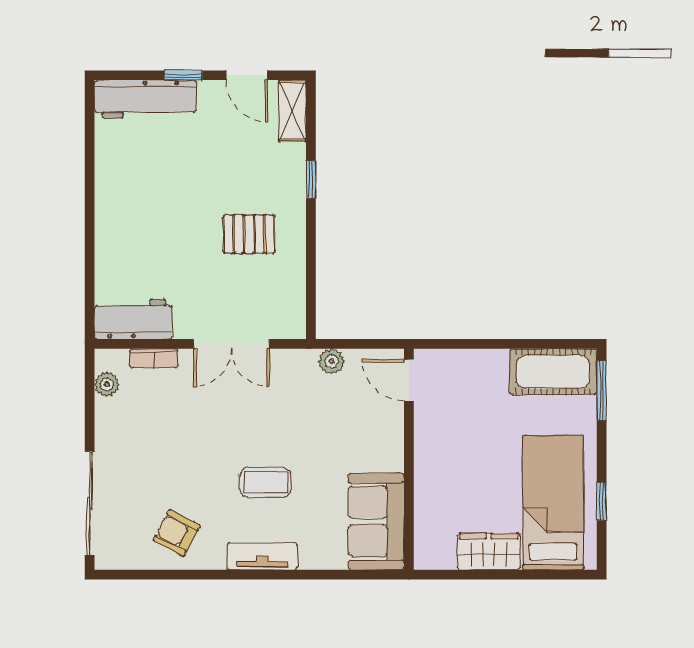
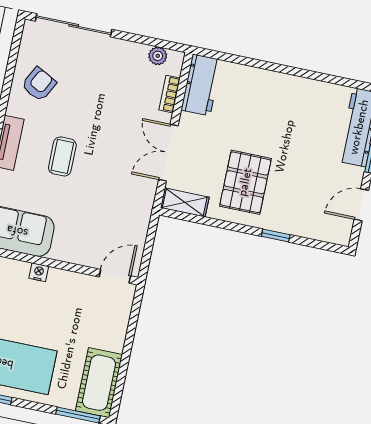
shelving: (292, 111) -> (185, 202), moved
pallet: (249, 234) -> (245, 182), width x1.50, depth x1.42
plant: (331, 361) -> (140, 223), removed
nightstand: (424, 481) -> (39, 272), added

